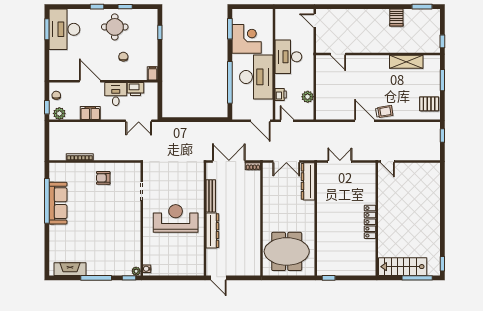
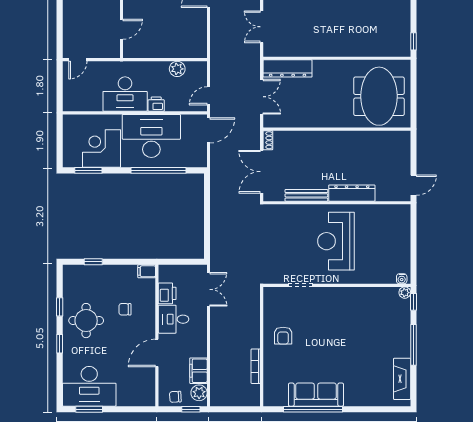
printer: (281, 94) -> (156, 104), moved
filing cabinet: (90, 113) -> (198, 371), moved

